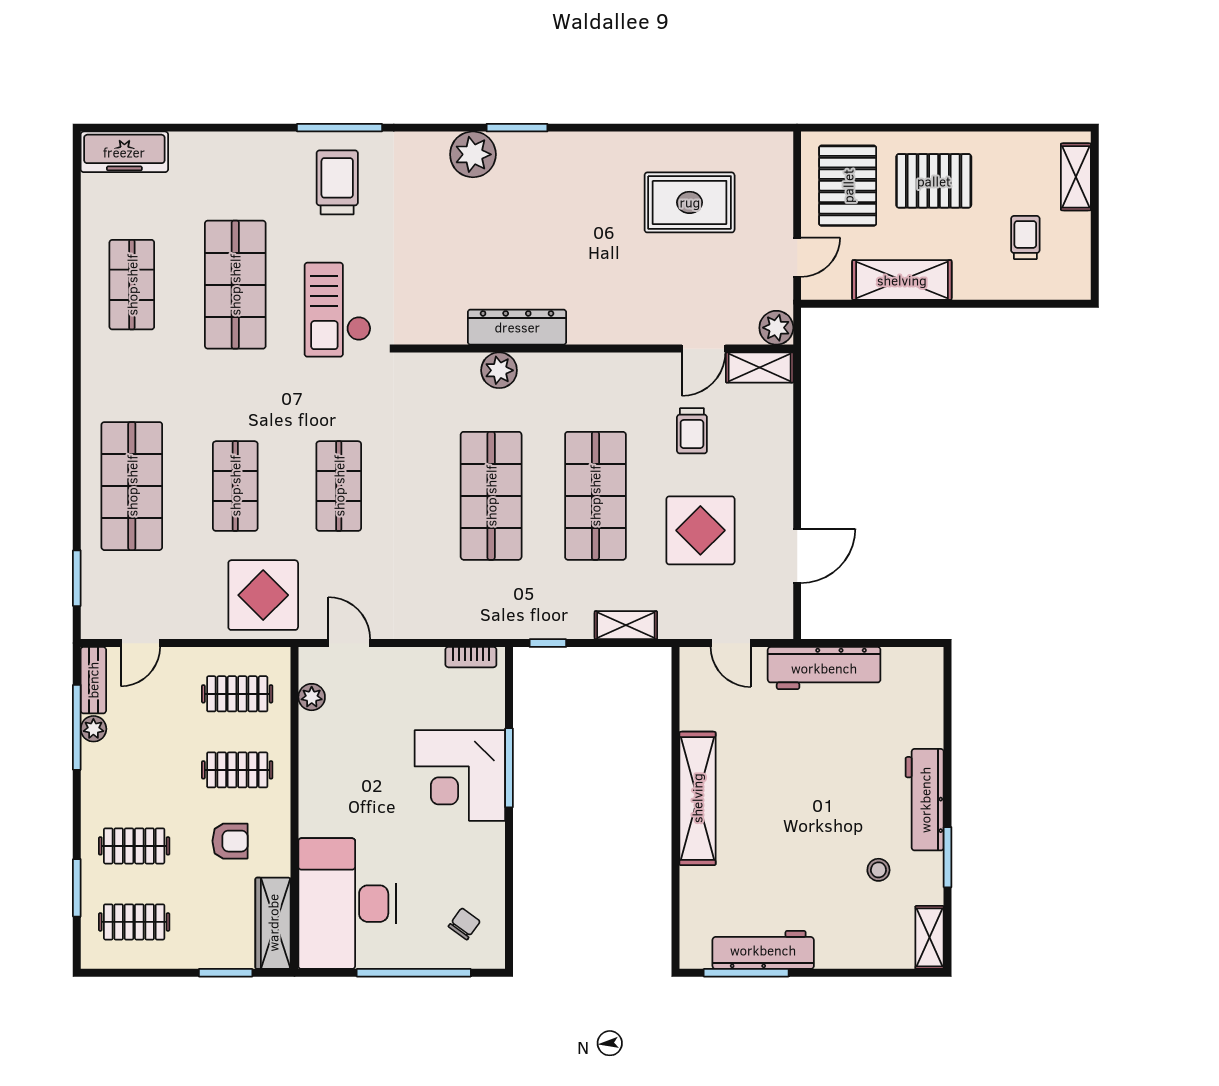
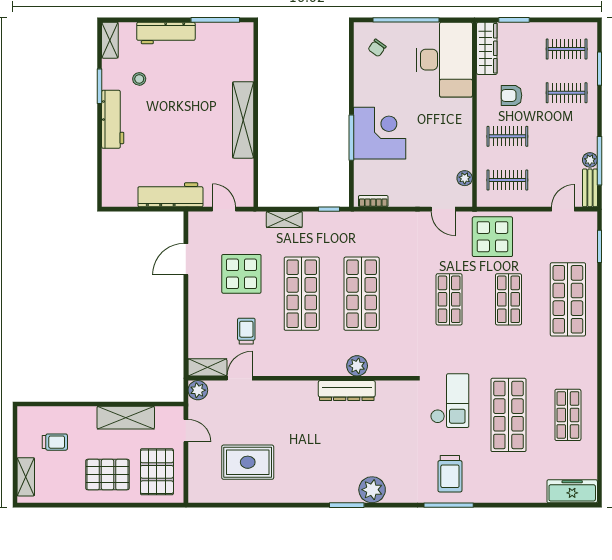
trolley: (1025, 237) -> (55, 442), turned -90
door: (797, 257) -> (186, 431), swing flipped
workbench: (763, 950) -> (166, 33), moved

